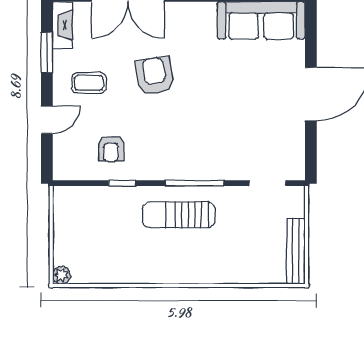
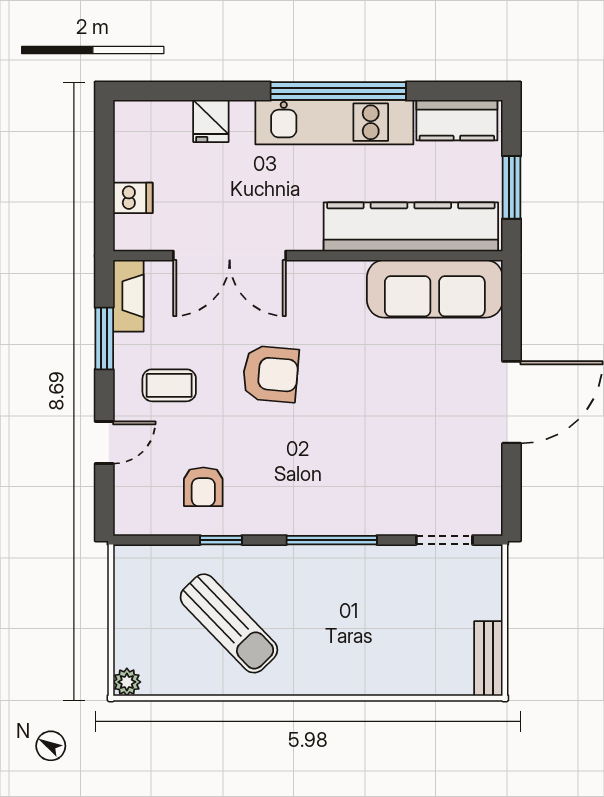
armchair: (155, 76) -> (271, 374), turned 104
sun lounger: (179, 215) -> (229, 623), moved, turned -134
bench: (296, 251) -> (488, 658), width x0.73

